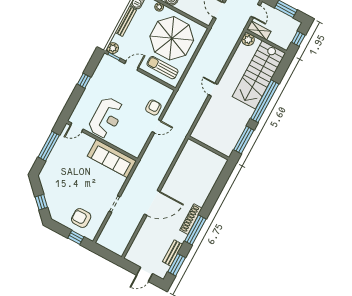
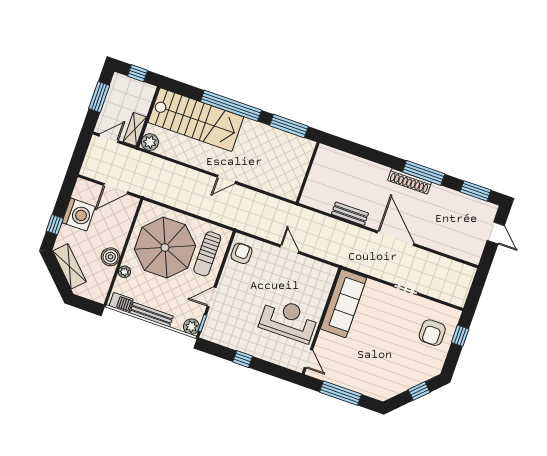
door: (131, 66) -> (212, 297), hinge flipped
armchair: (153, 108) -> (242, 253), moved, turned 91
bench: (173, 253) -> (350, 214), moved

